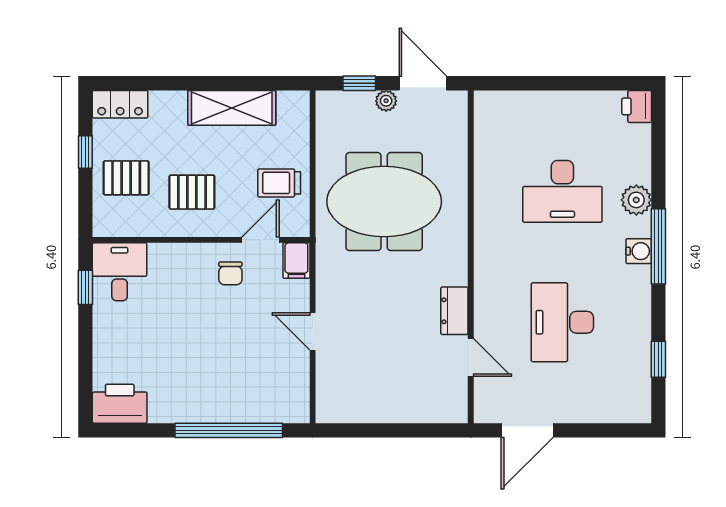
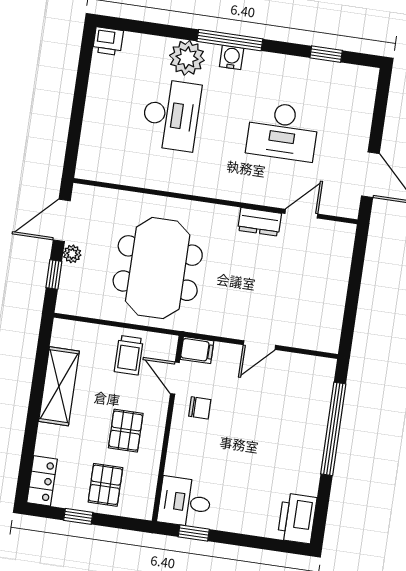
plant: (636, 200) -> (187, 58), width x1.36, depth x1.36

